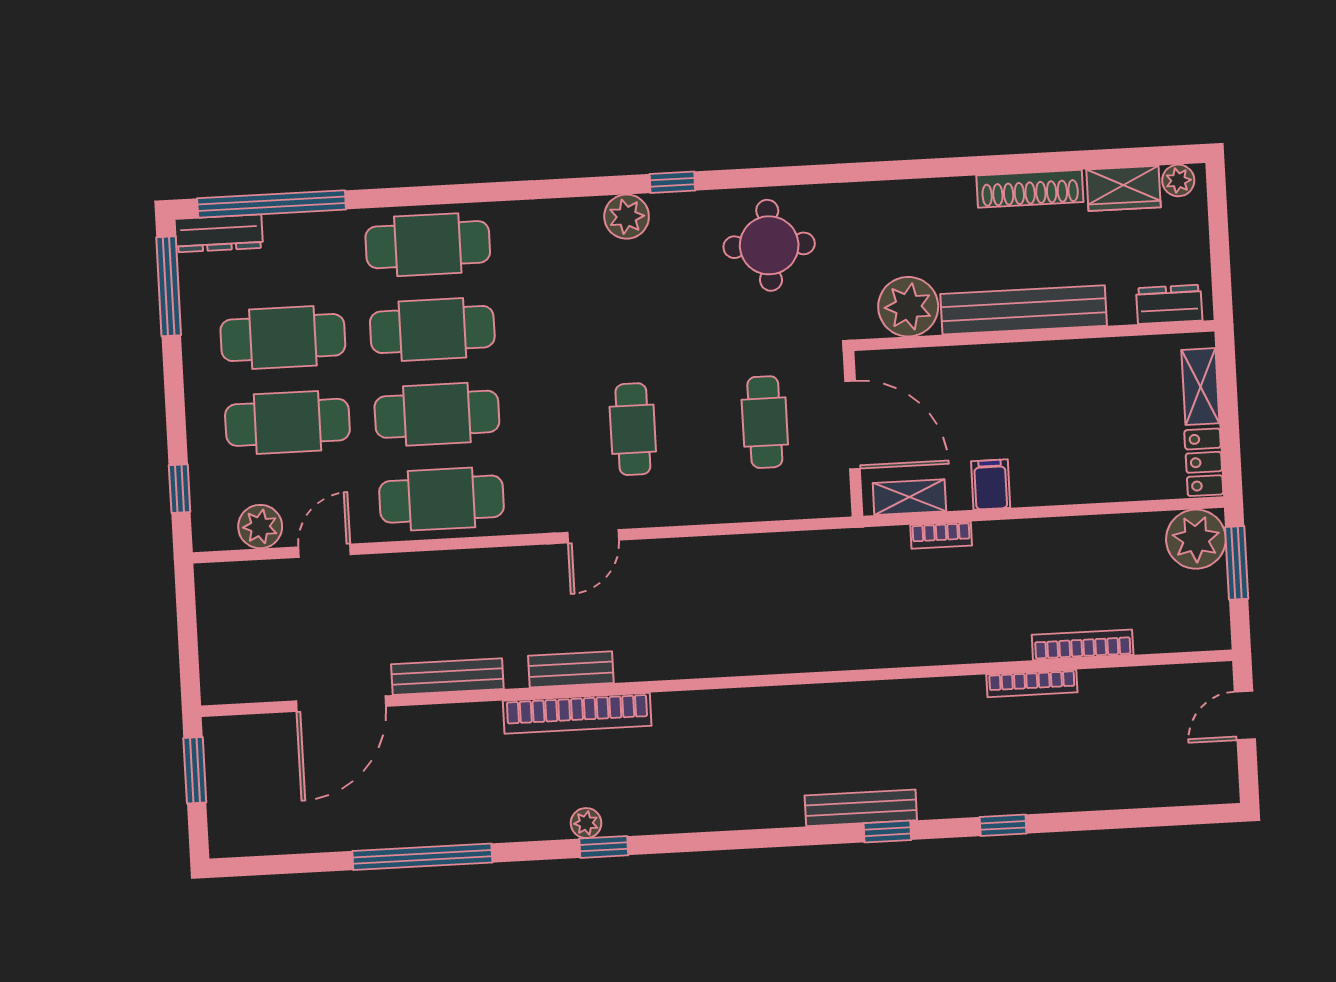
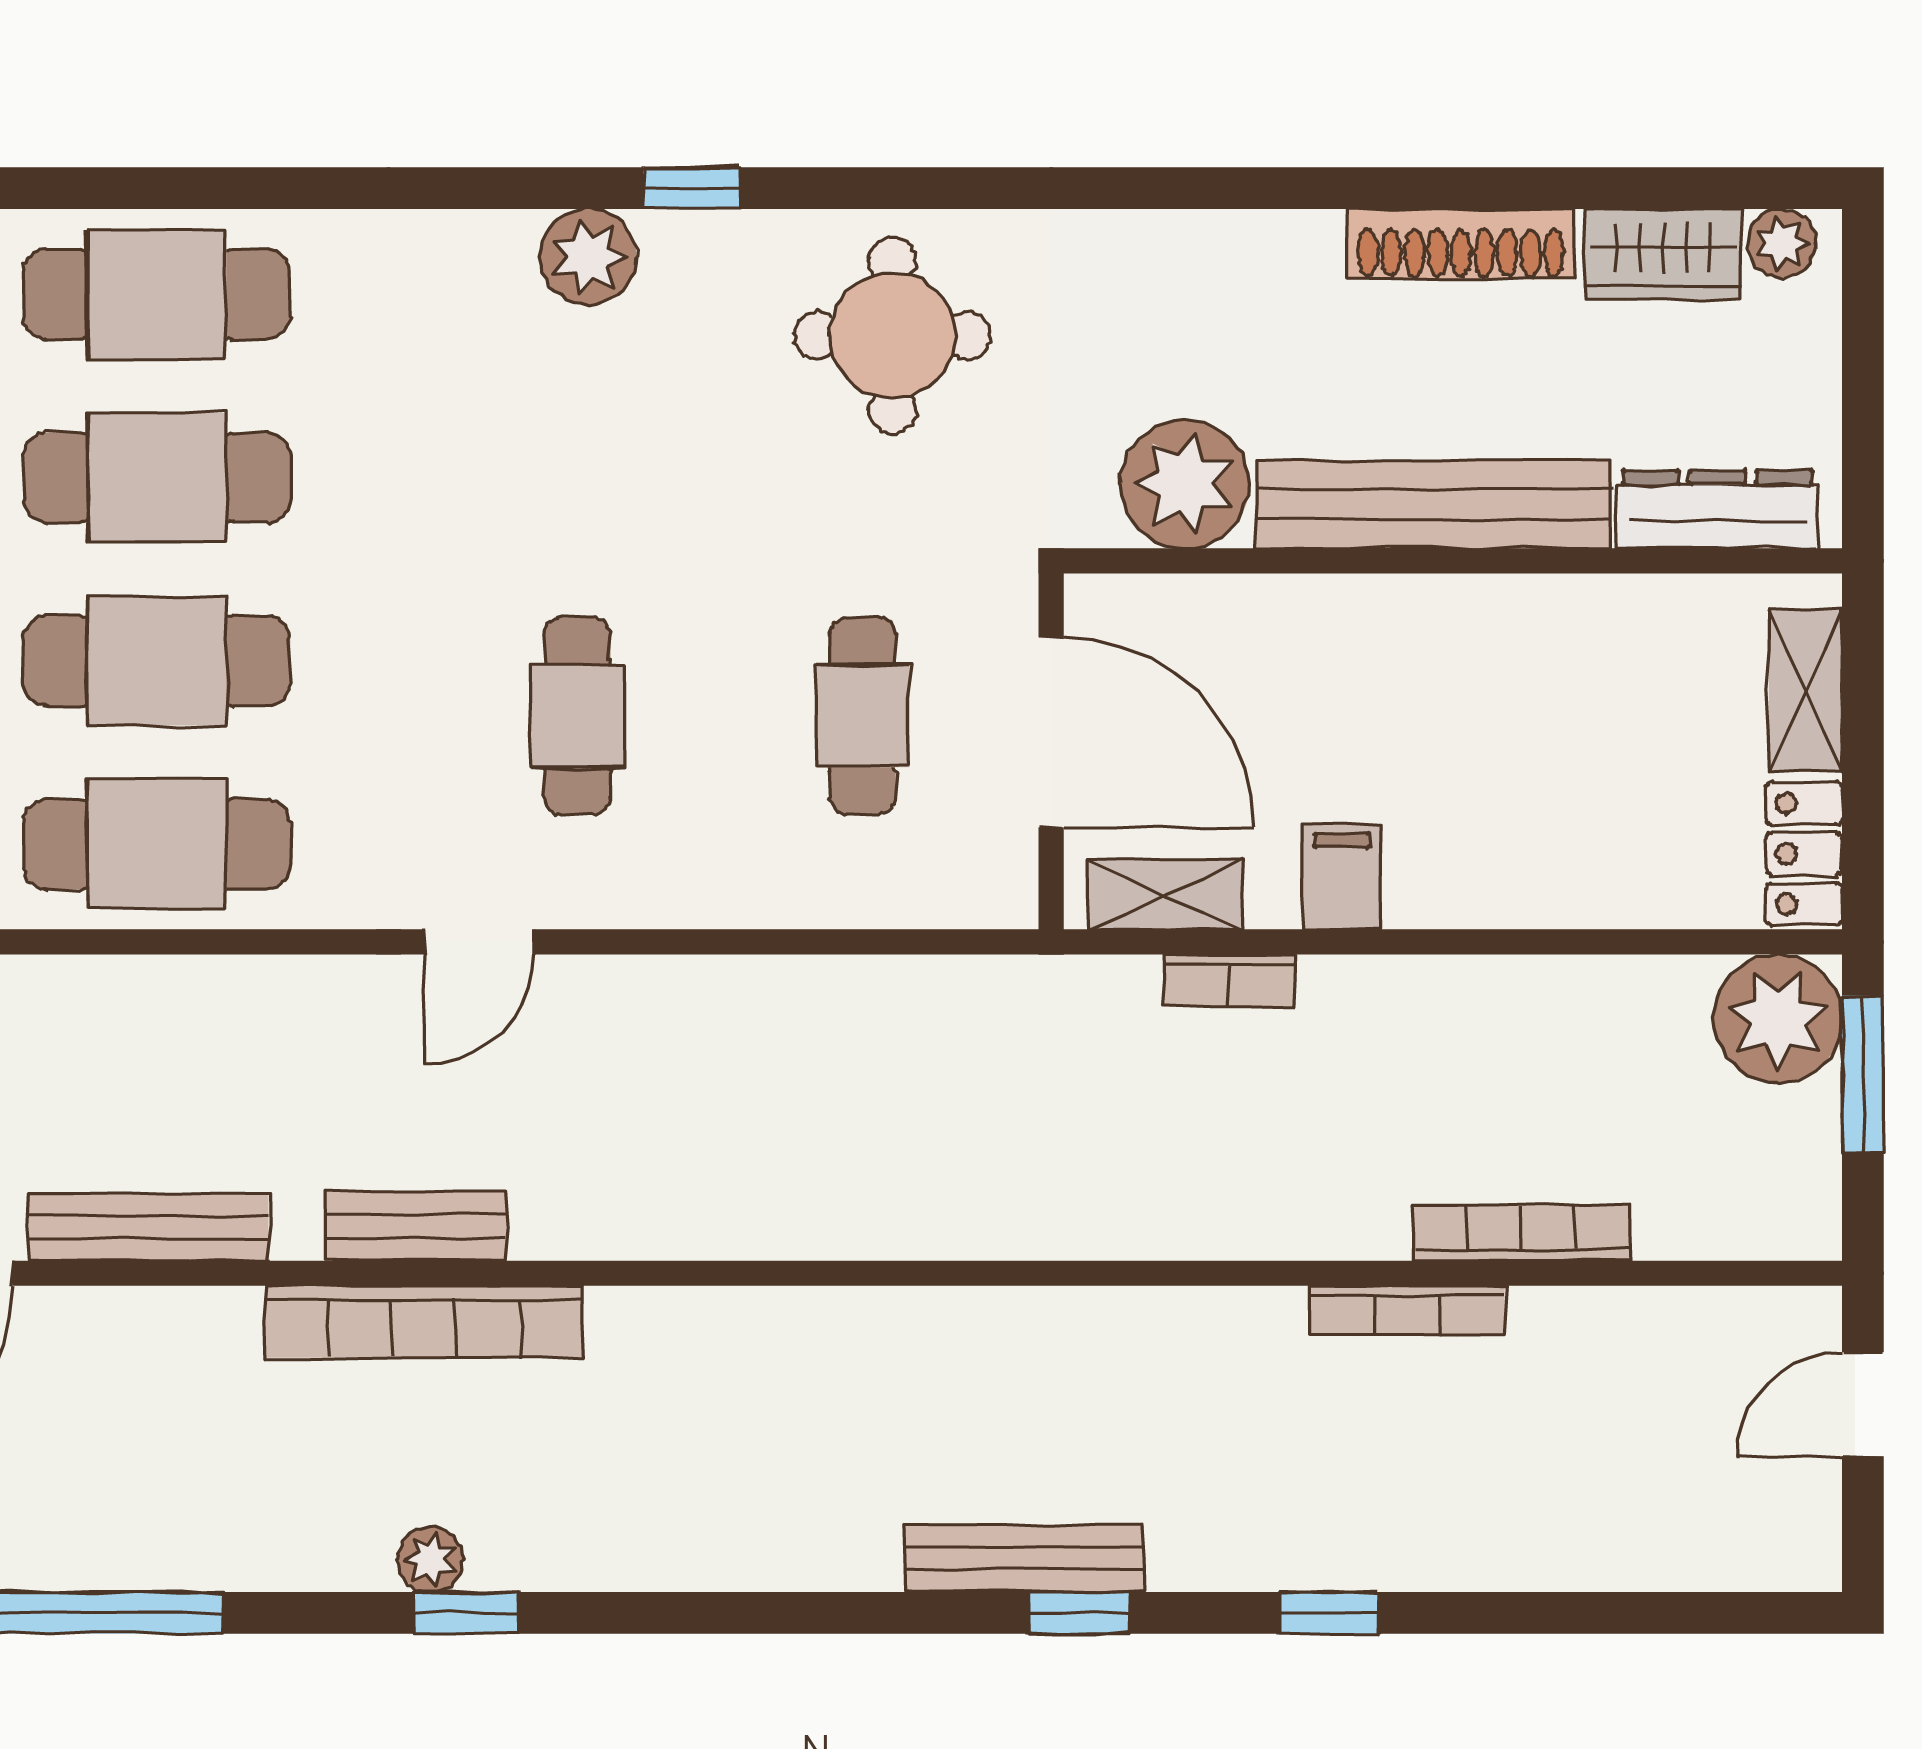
dresser: (1169, 304) -> (1717, 509), width x1.44

